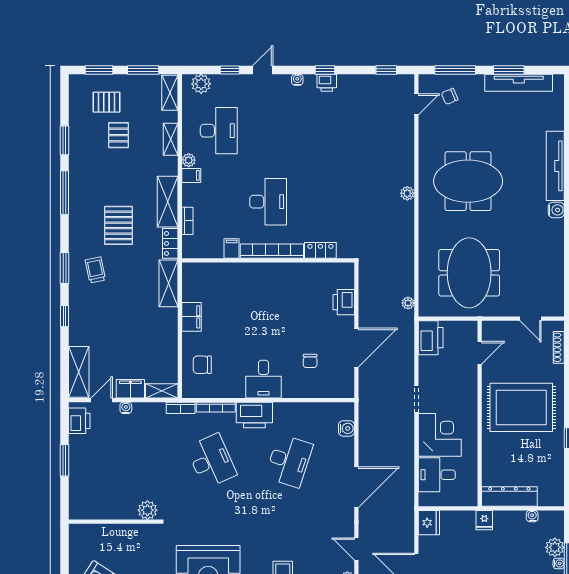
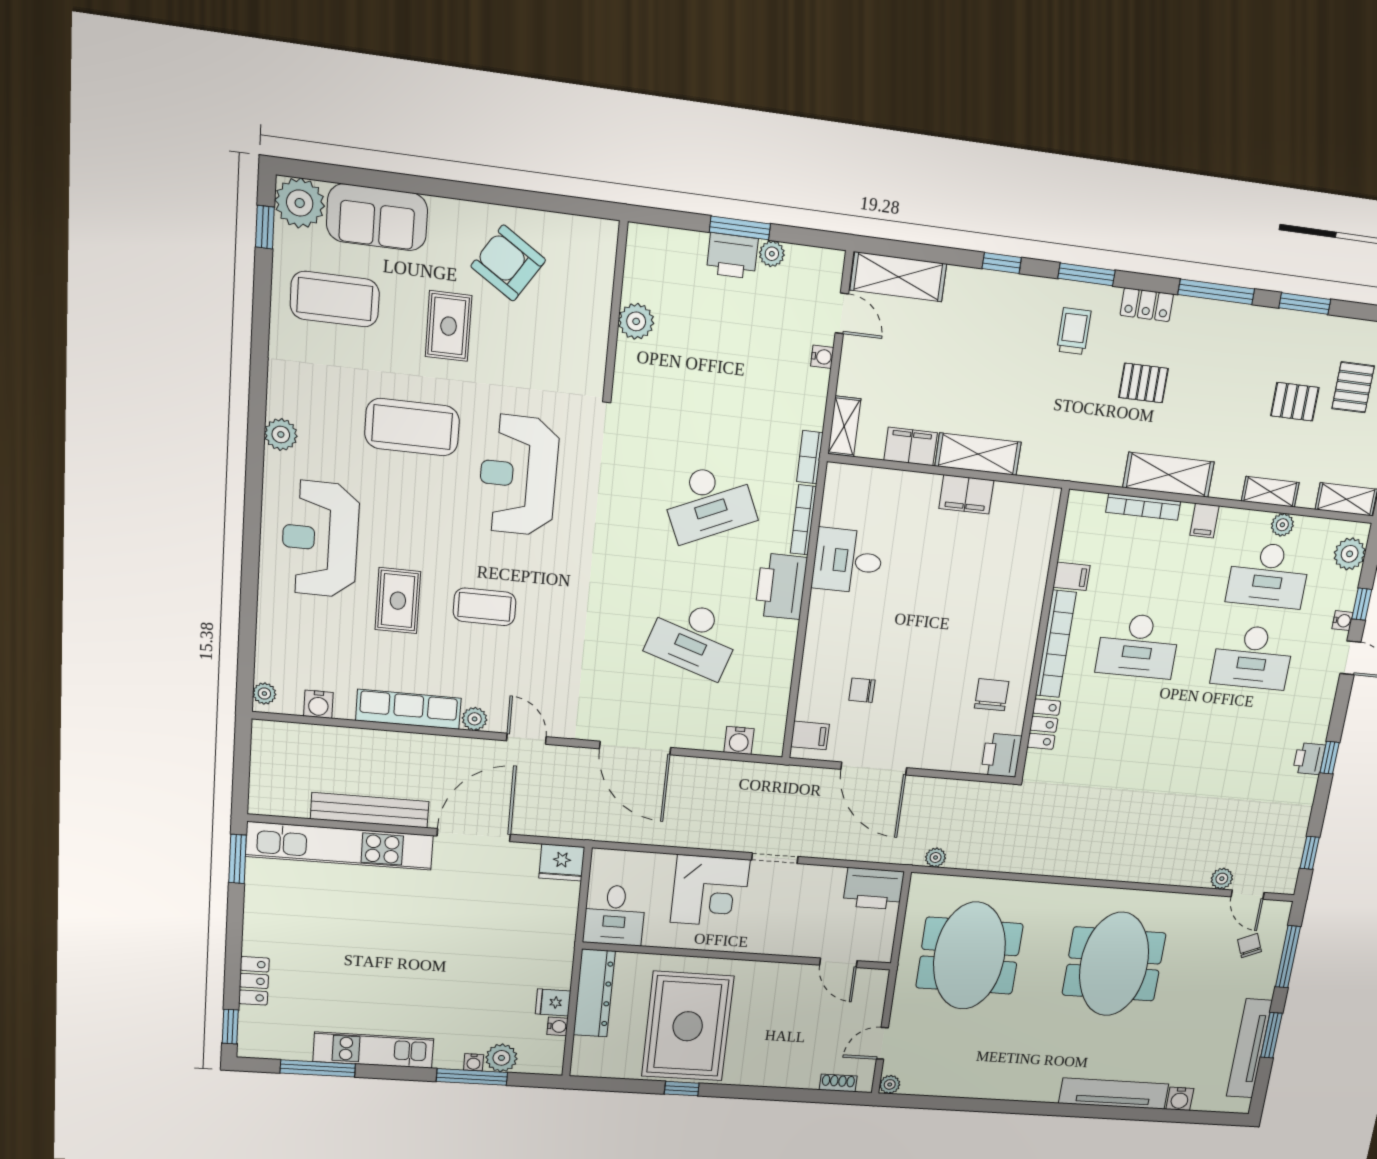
water cooler: (297, 80) -> (1342, 621), moved
desk: (268, 131) -> (1253, 657), added
plant: (189, 160) -> (1282, 525), moved
plant: (407, 193) -> (1222, 879), moved
water cooler: (556, 210) -> (1180, 1099), moved
bookcase: (187, 221) -> (1143, 507), width x1.56
pallet: (119, 225) -> (1143, 383), width x0.67, depth x0.71
locker: (170, 243) -> (1147, 305), moved, turned 180
trolley: (95, 270) -> (1074, 331), turned -78
meeting table: (469, 273) -> (969, 956), turned 90
shelving: (168, 283) -> (978, 454), moved
printer: (344, 302) -> (1001, 755), moved, turned -90
plant: (558, 310) -> (890, 1084), added
shoe rack: (559, 347) -> (838, 1083), width x0.70
chair: (202, 365) -> (992, 695), moved
desk: (263, 379) -> (848, 561), moved
filing cabinet: (340, 388) -> (810, 735), added
filing cabinet: (130, 389) -> (911, 446), moved, turned -90
rug: (521, 407) -> (688, 1026), moved
printer: (79, 421) -> (732, 256), moved
plant: (75, 442) -> (772, 254), added
desk: (437, 475) -> (615, 915), moved, turned 180
plant: (147, 510) -> (636, 321), moved
fridge: (484, 520) -> (553, 1002), moved
door: (356, 549) -> (526, 739), hinge flipped

